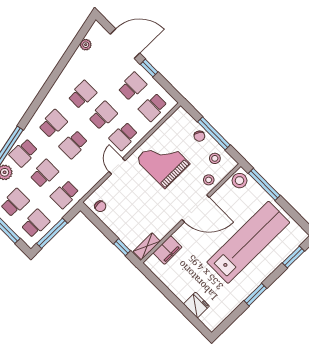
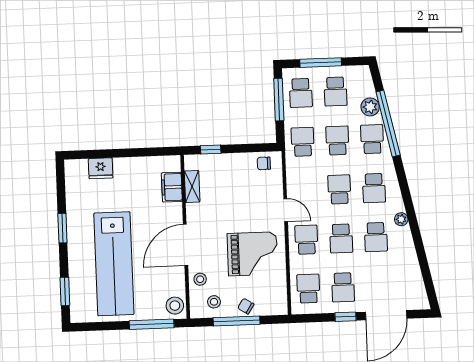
plant: (86, 45) -> (401, 219), moved
school desk: (44, 174) -> (337, 140), turned 180
shelving: (147, 246) -> (192, 187), moved

